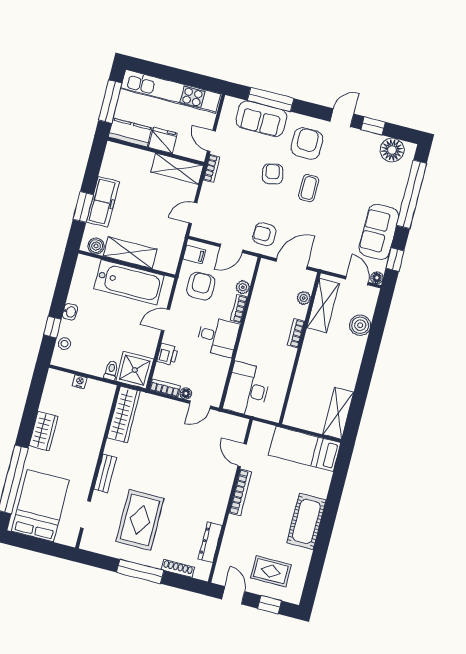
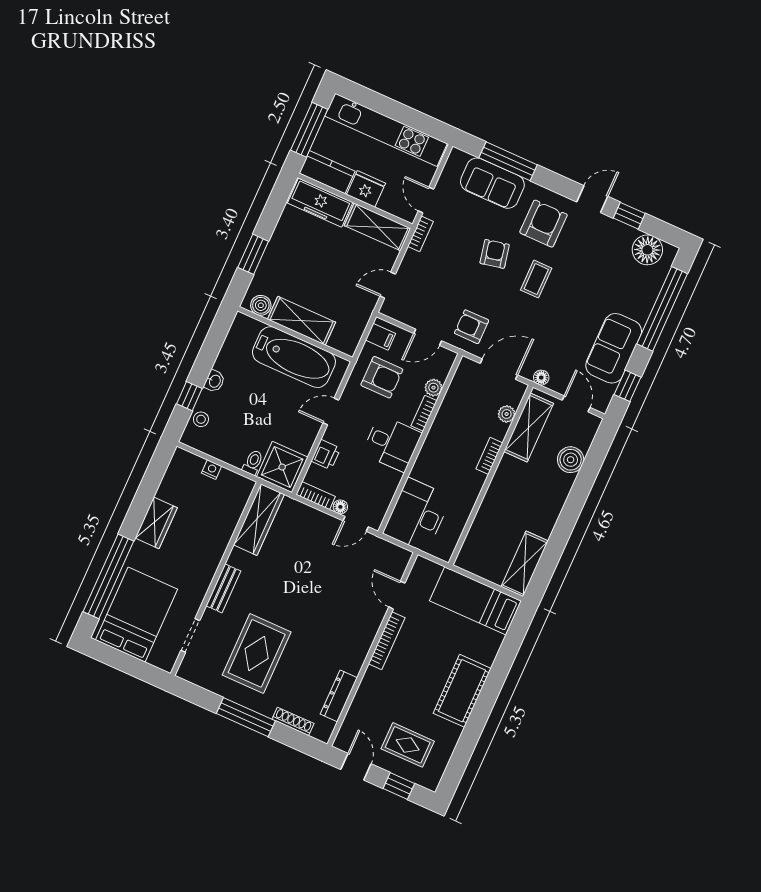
freezer: (103, 202) -> (320, 203), moved, turned 90
floor lamp: (377, 278) -> (541, 378), moved
armchair: (201, 286) -> (382, 377), turned 90

